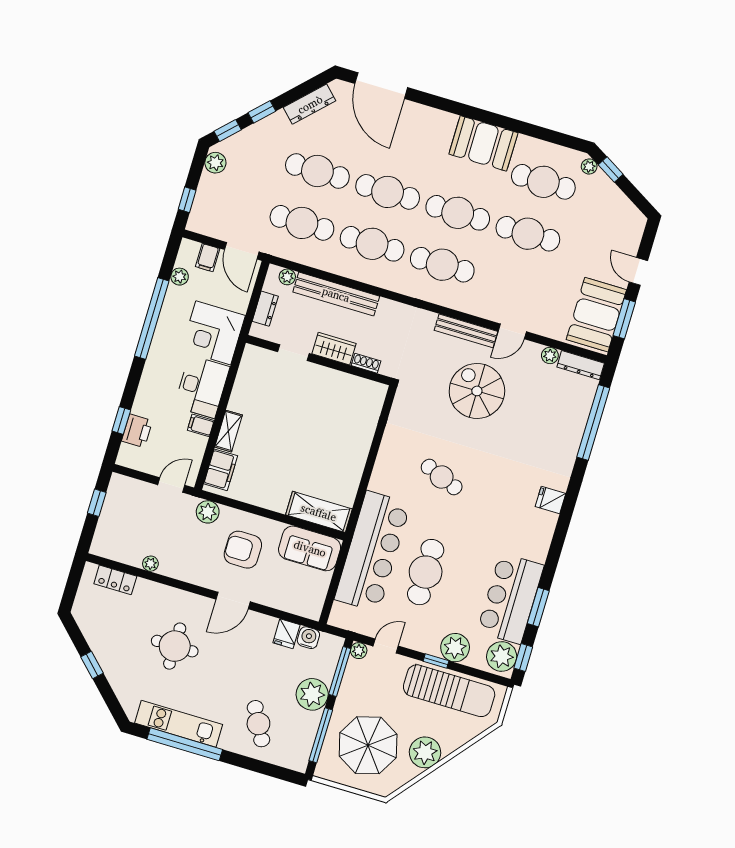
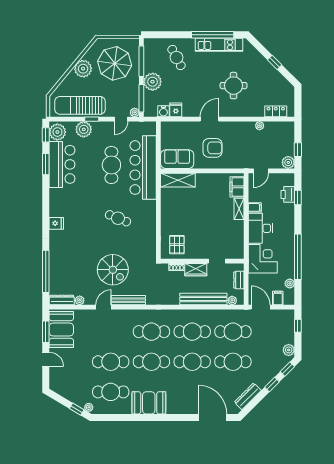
pallet: (354, 401) -> (177, 245), added
plant: (208, 512) -> (288, 162), moved

